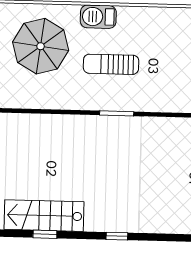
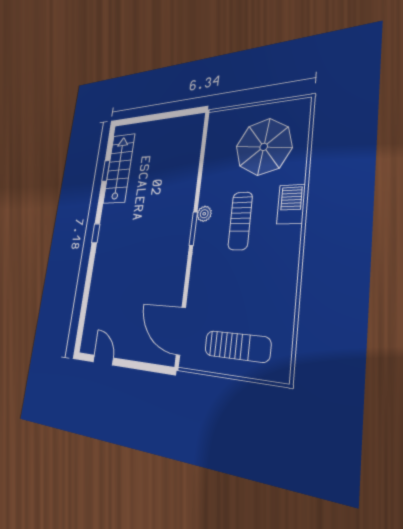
sun lounger: (111, 64) -> (240, 221), turned 180
plant: (102, 103) -> (204, 214), added

